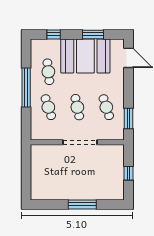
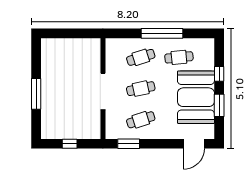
window: (54, 34) -> (219, 74), moved

